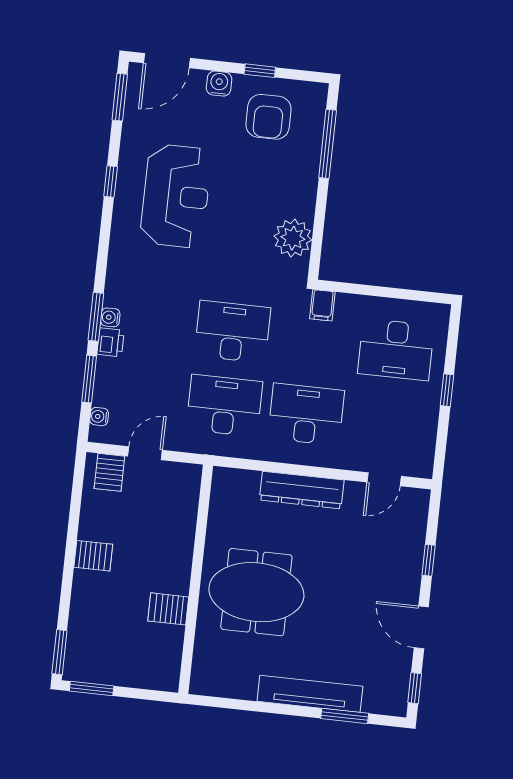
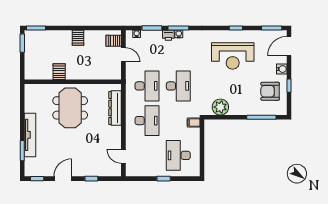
door: (167, 61) -> (289, 46), hinge flipped
dresser: (302, 490) -> (115, 108), moved

